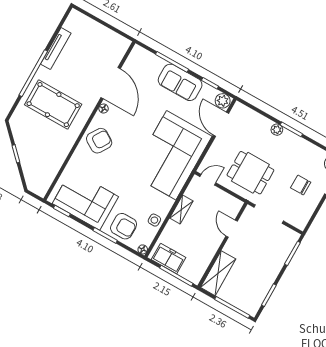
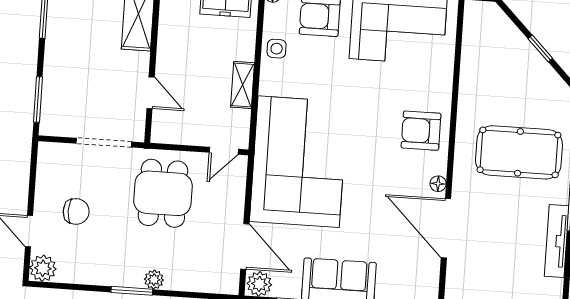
armchair: (99, 141) -> (421, 131), turned 58
dining table: (250, 173) -> (163, 193), turned 90

